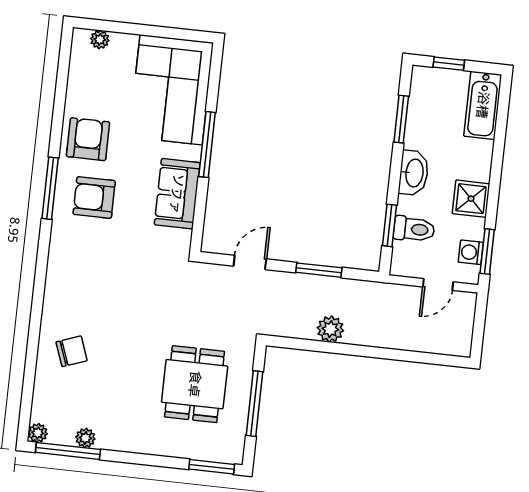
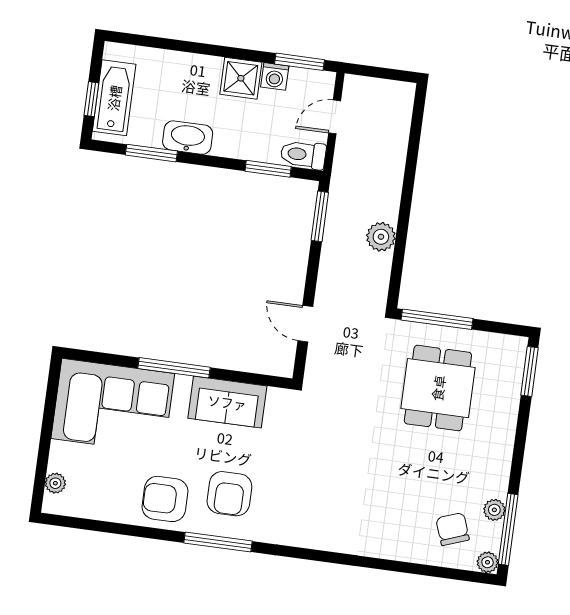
bathtub: (483, 105) -> (114, 98), moved, turned -90
washbasin: (414, 173) -> (188, 138), moved
toilet: (414, 229) -> (303, 155), moved, turned -90
washing machine: (471, 252) -> (275, 76), moved
window: (319, 270) -> (320, 216), moved
door: (438, 284) -> (335, 117), swing flipped
chair: (72, 351) -> (453, 529), moved
dining table: (195, 384) -> (438, 388), turned 90
window: (254, 404) -> (437, 319), moved

